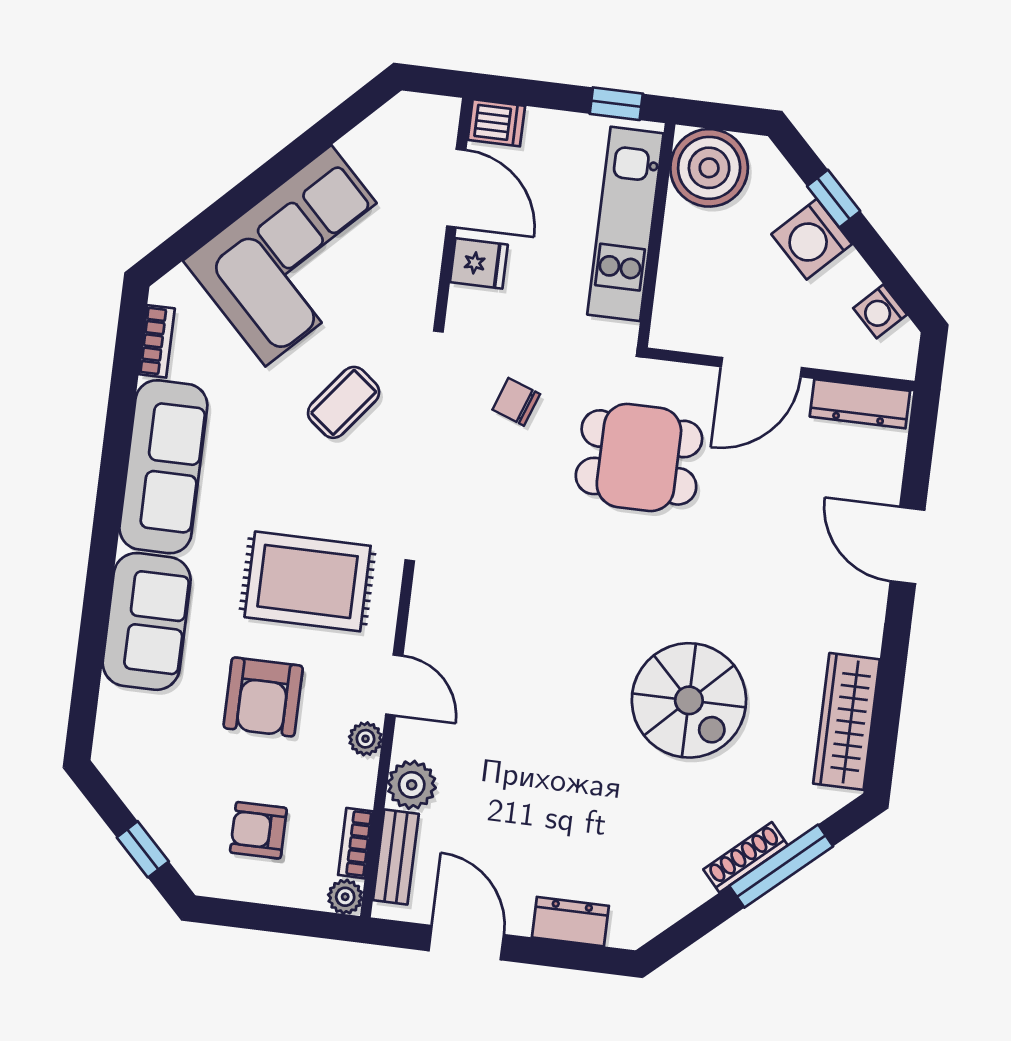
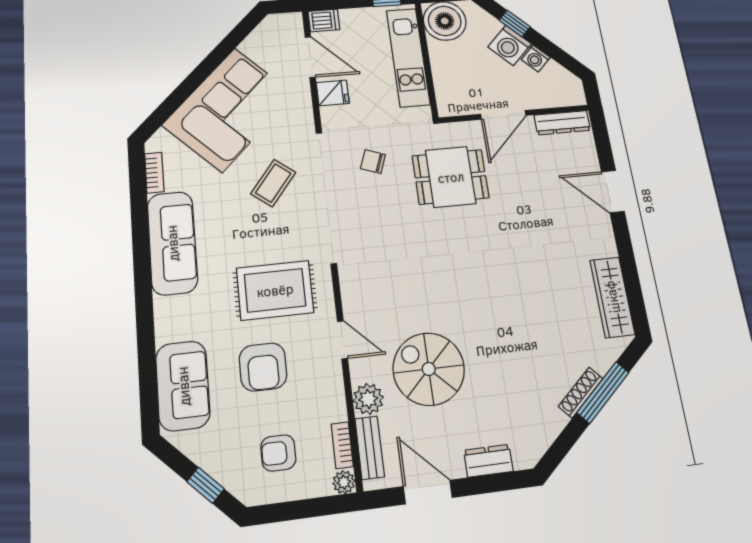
washing machine: (880, 311) -> (536, 58), moved
sofa: (147, 621) -> (183, 386), moved
spiral stairs: (689, 700) -> (429, 369), moved, turned 180
plant: (366, 739) -> (333, 377), removed

